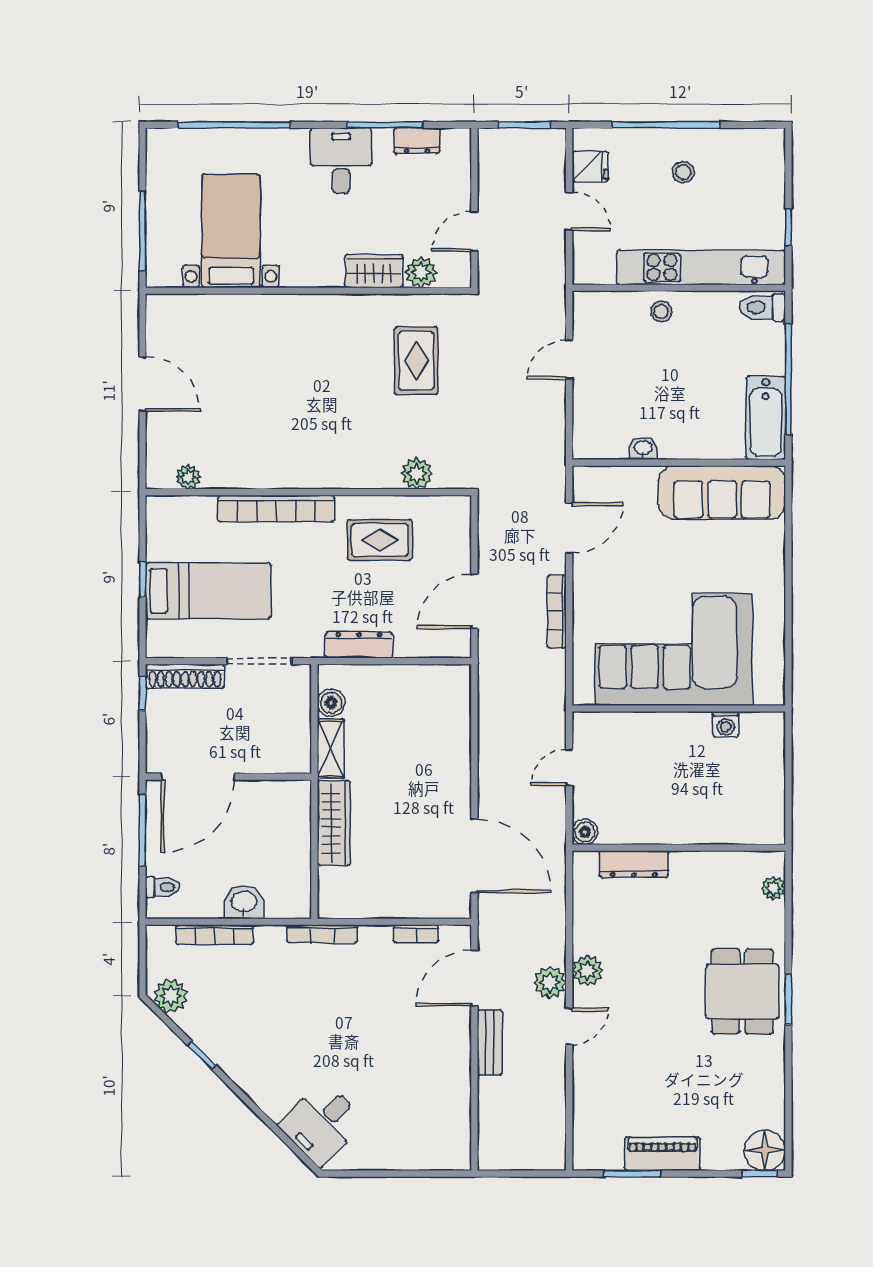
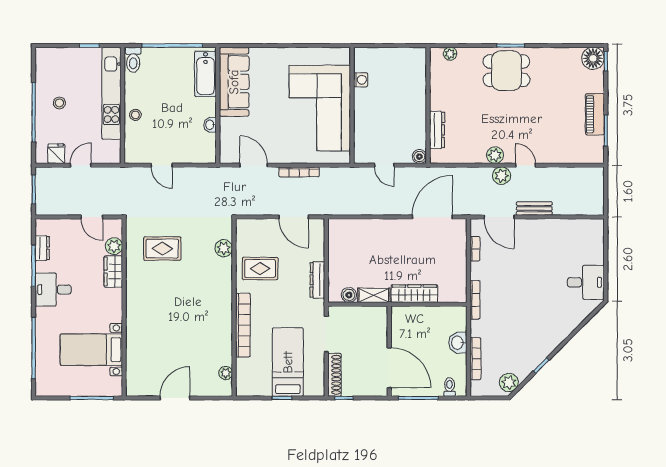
bathtub: (766, 418) -> (205, 74), moved, turned 90
rug: (380, 540) -> (260, 269), turned 90
desk: (322, 1124) -> (586, 282), moved, turned -45

